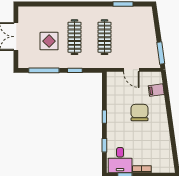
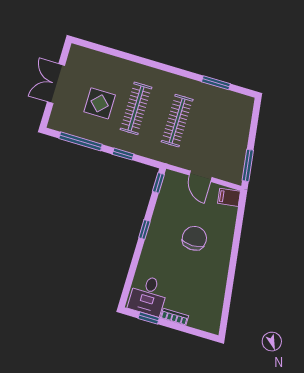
filing cabinet: (156, 90) -> (229, 197), moved
window: (104, 145) -> (158, 183), moved

